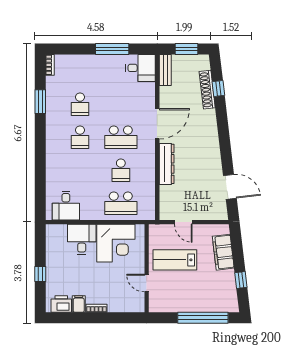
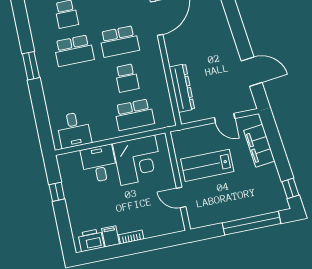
window: (40, 102) -> (31, 66), moved
school desk: (80, 137) -> (74, 51), width x1.85
dresser: (167, 164) -> (182, 88), moved
door: (183, 222) -> (225, 118), moved
window: (40, 274) -> (57, 192), moved
window: (241, 280) -> (290, 188), moved

